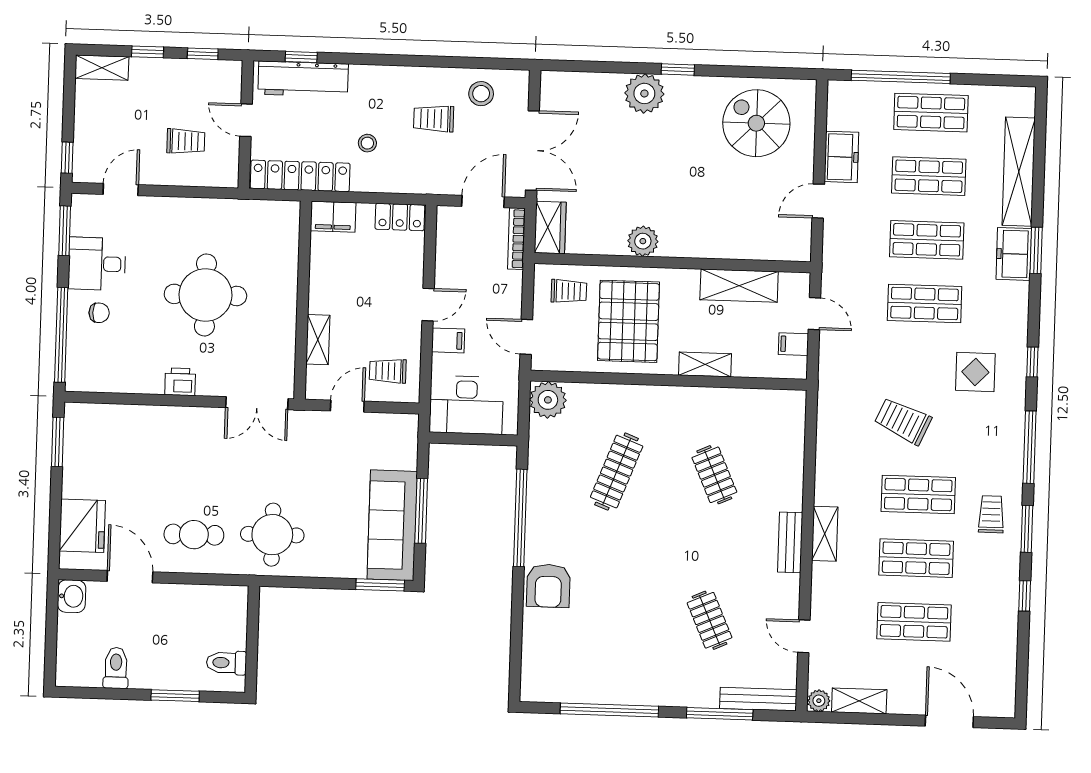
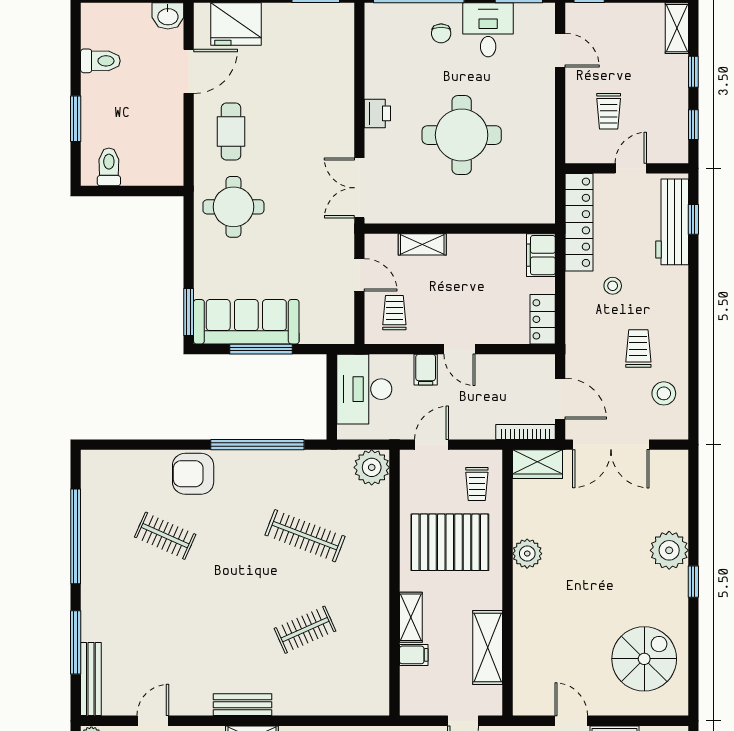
filing cabinet: (794, 344) -> (414, 655), moved, turned 90
clothes rail: (710, 620) -> (165, 536), moved, turned 48

